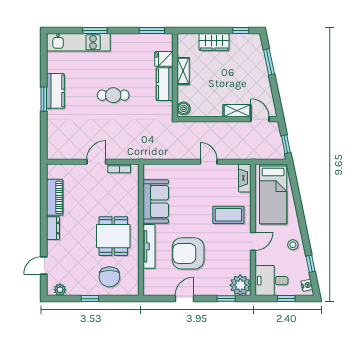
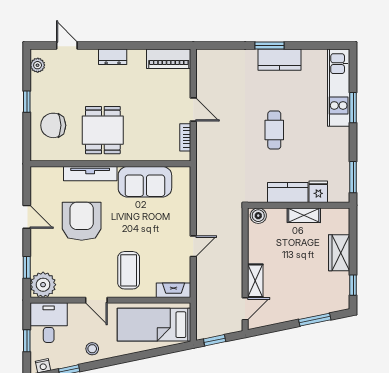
piano: (55, 197) -> (169, 59), moved
dining table: (113, 236) -> (103, 130), turned 90

